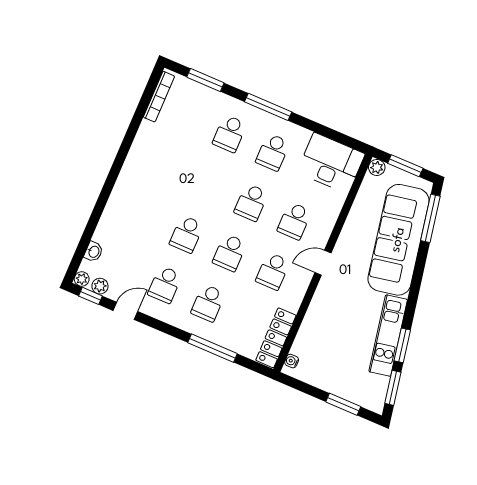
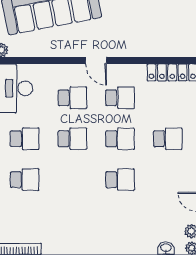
school desk: (165, 284) -> (168, 180), removed
water cooler: (292, 361) -> (186, 52), removed

